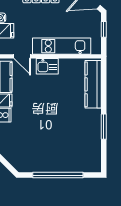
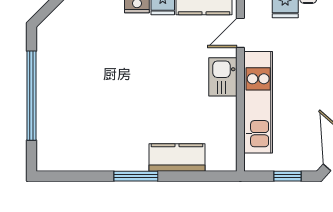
kitchen counter: (93, 84) -> (177, 158), width x0.67
window: (104, 127) -> (136, 176), moved

